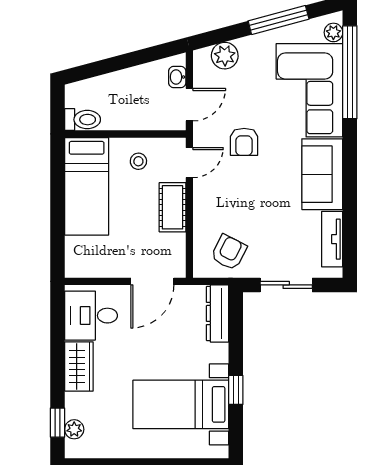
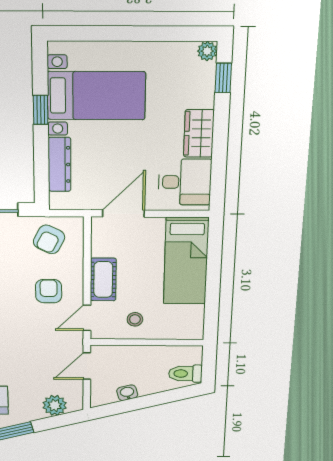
washbasin: (177, 77) -> (127, 393), moved, turned -105
toilet: (83, 120) -> (185, 374), moved
armchair: (244, 142) -> (49, 291), moved
bed: (87, 186) -> (186, 261), moved, turned 180
dresser: (217, 313) -> (60, 164), moved
plant: (74, 429) -> (207, 51), moved

